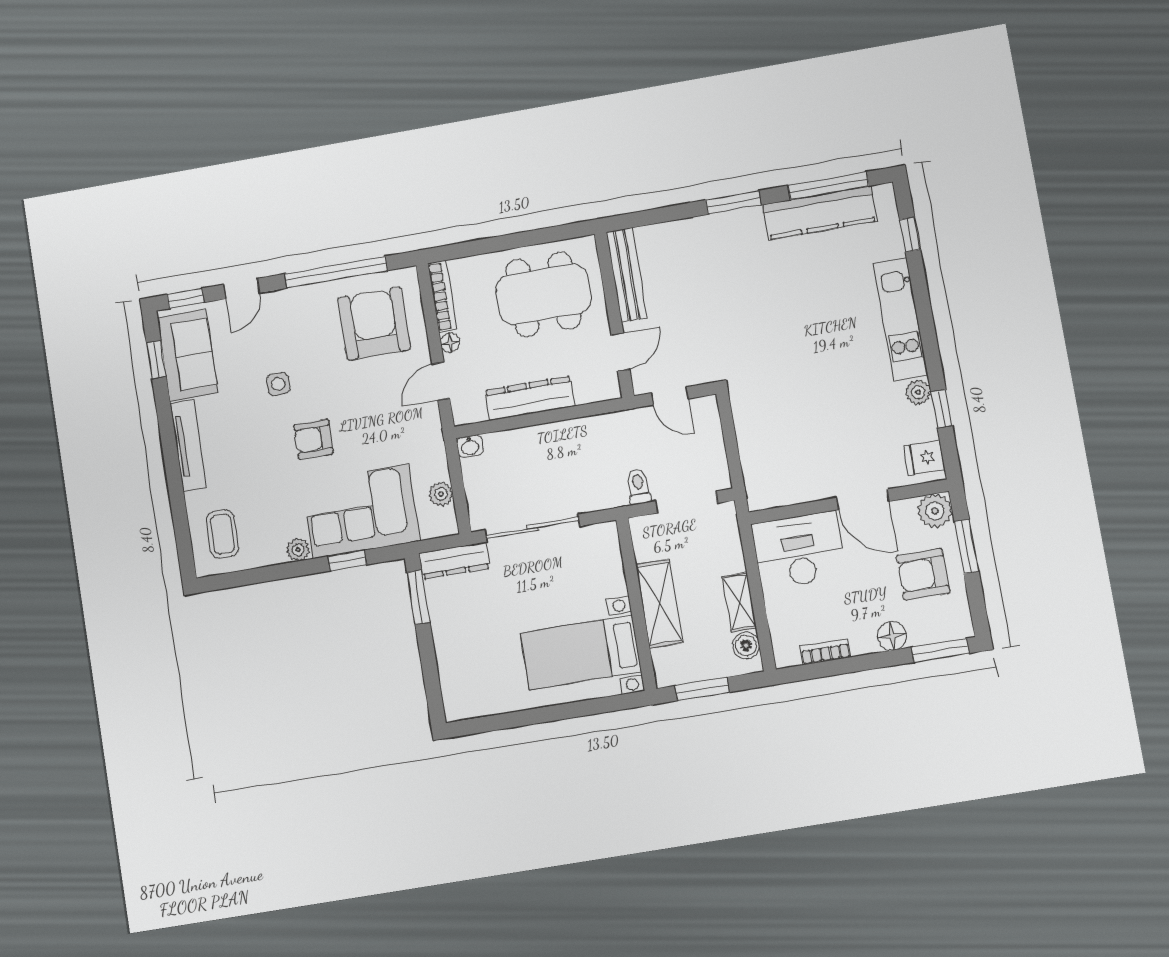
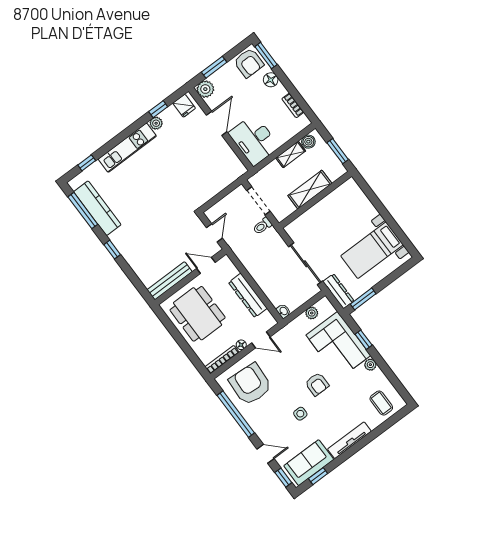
window: (733, 202) -> (112, 250), width x0.67
armchair: (374, 324) -> (250, 384), turned 94
coffee table: (222, 534) -> (381, 403), turned 90
armchair: (923, 574) -> (249, 63), moved
bed with nightstands: (581, 652) -> (372, 250), moved, turned 90

